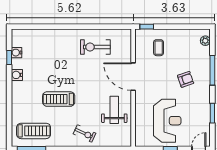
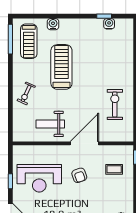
water cooler: (17, 75) -> (53, 24), moved
armchair: (186, 79) -> (79, 175), moved
treadmill: (59, 99) -> (61, 67), width x1.37, depth x1.38
weight bench: (114, 110) -> (50, 124), turned 180

